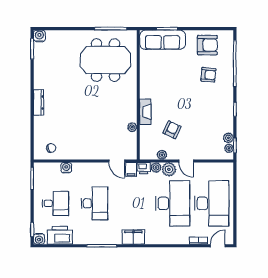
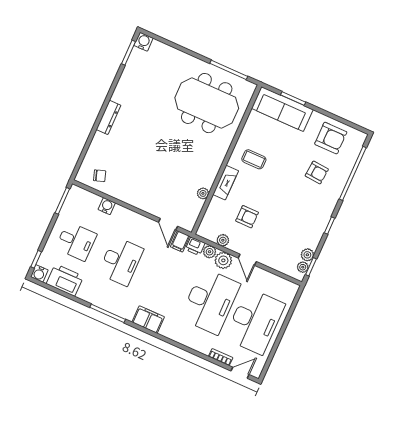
coffee table: (158, 86) -> (254, 159), added
armchair: (172, 130) -> (247, 217), turned 65

